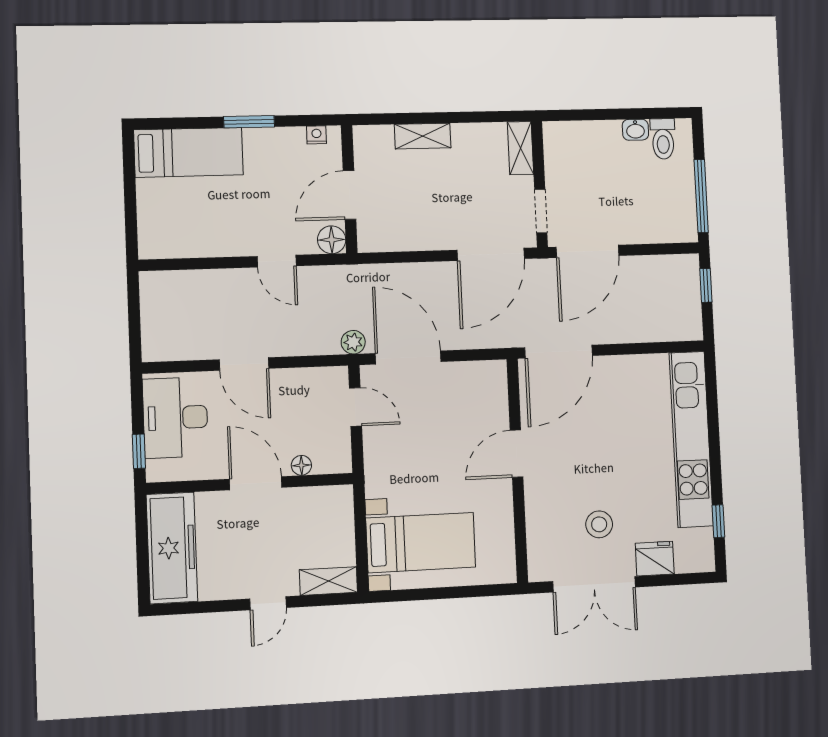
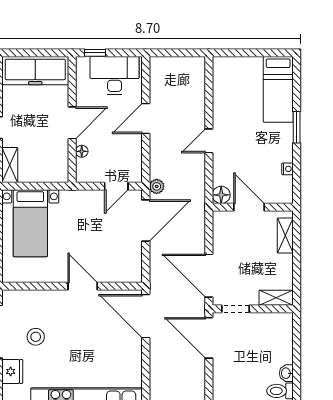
wall: (349, 189) -> (253, 207), moved
door: (349, 195) -> (249, 207), moved
floor lamp: (332, 240) -> (221, 195), moved

